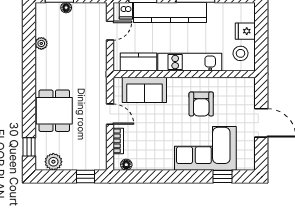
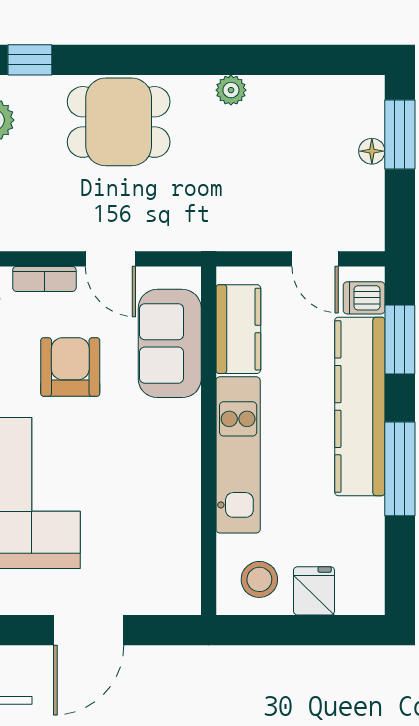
plant: (41, 43) -> (231, 90), moved
armchair: (201, 104) -> (70, 367), moved, turned 90
door: (110, 114) -> (110, 259), hinge flipped

